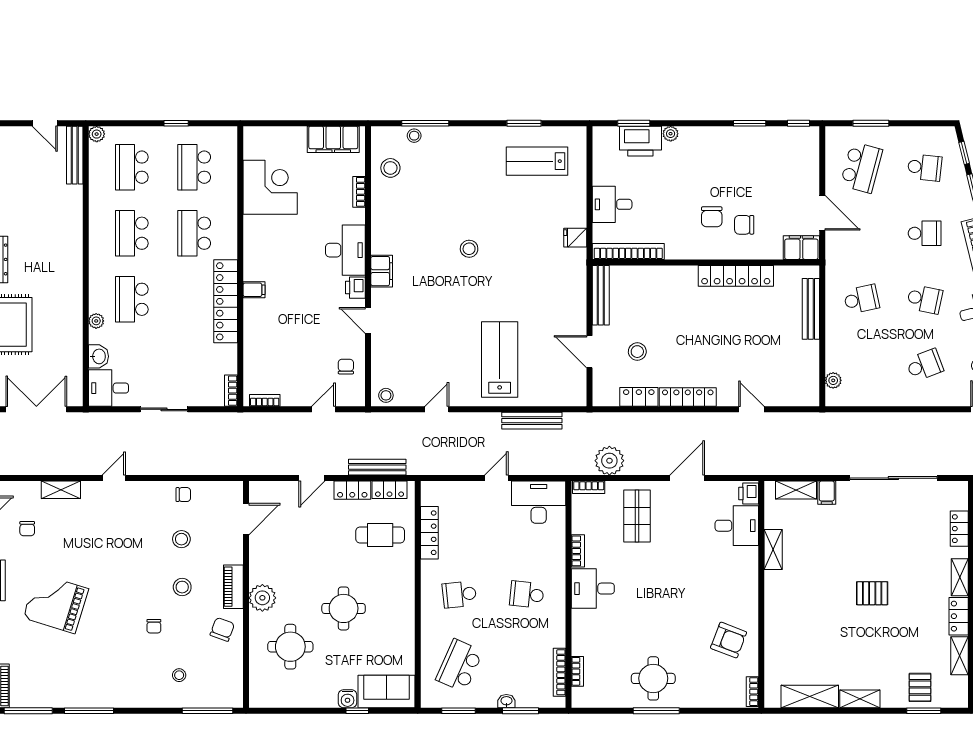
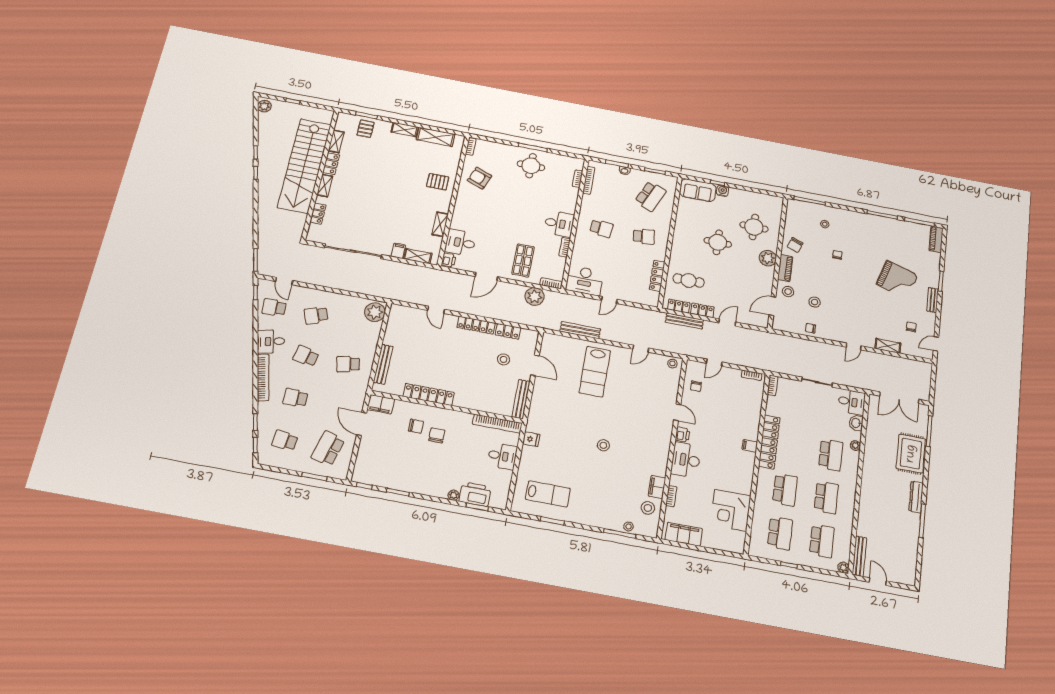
filing cabinet: (382, 271) -> (657, 487), moved
plant: (833, 380) -> (375, 312), width x1.87, depth x1.87
stool: (182, 587) -> (788, 292), moved
pallet: (872, 593) -> (438, 182), moved

